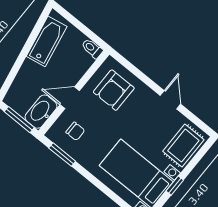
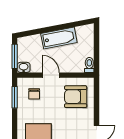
bathtub: (47, 41) -> (59, 38), moved
washbasin: (41, 112) -> (24, 67), width x0.52, depth x0.69

